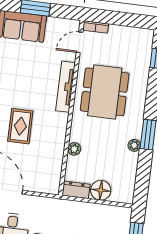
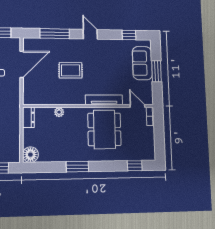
dining table: (105, 92) -> (104, 129), turned 90
plant: (134, 145) -> (68, 157), removed
floor lamp: (101, 190) -> (30, 155), moved

